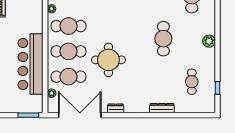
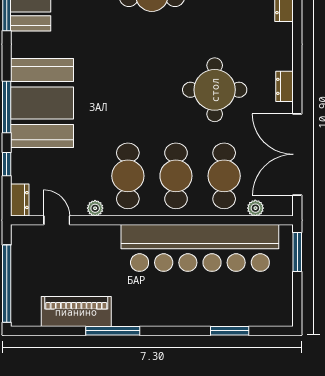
round table: (108, 60) -> (215, 90), moved
bar counter: (31, 64) -> (200, 248), width x1.36

